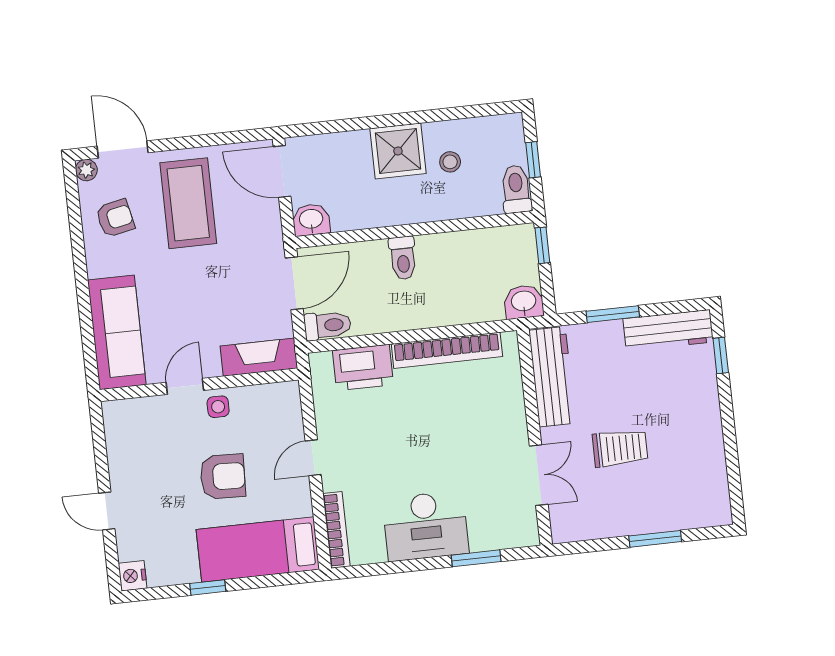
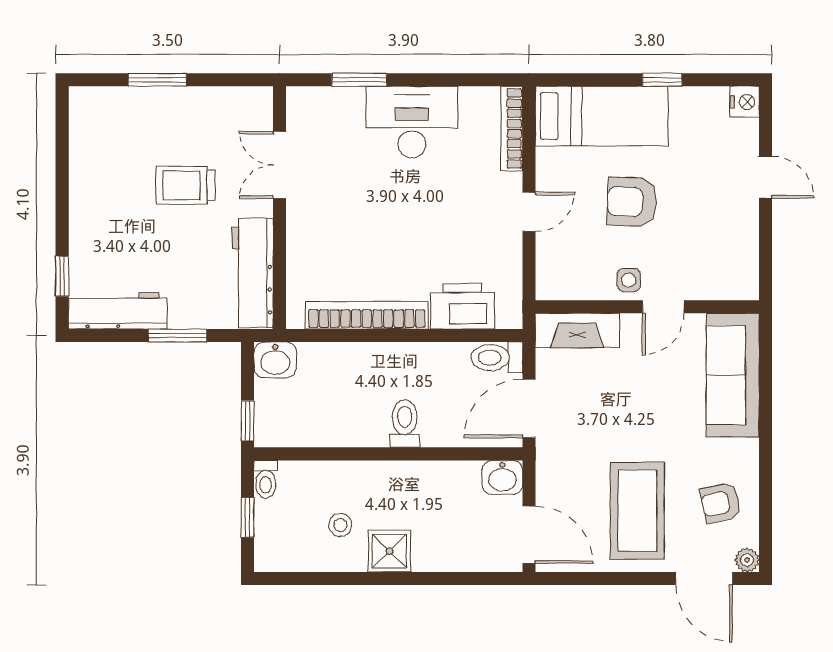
shower: (398, 151) -> (390, 551), width x0.73, depth x0.73
toilet: (516, 189) -> (266, 479), width x0.73, depth x0.72

